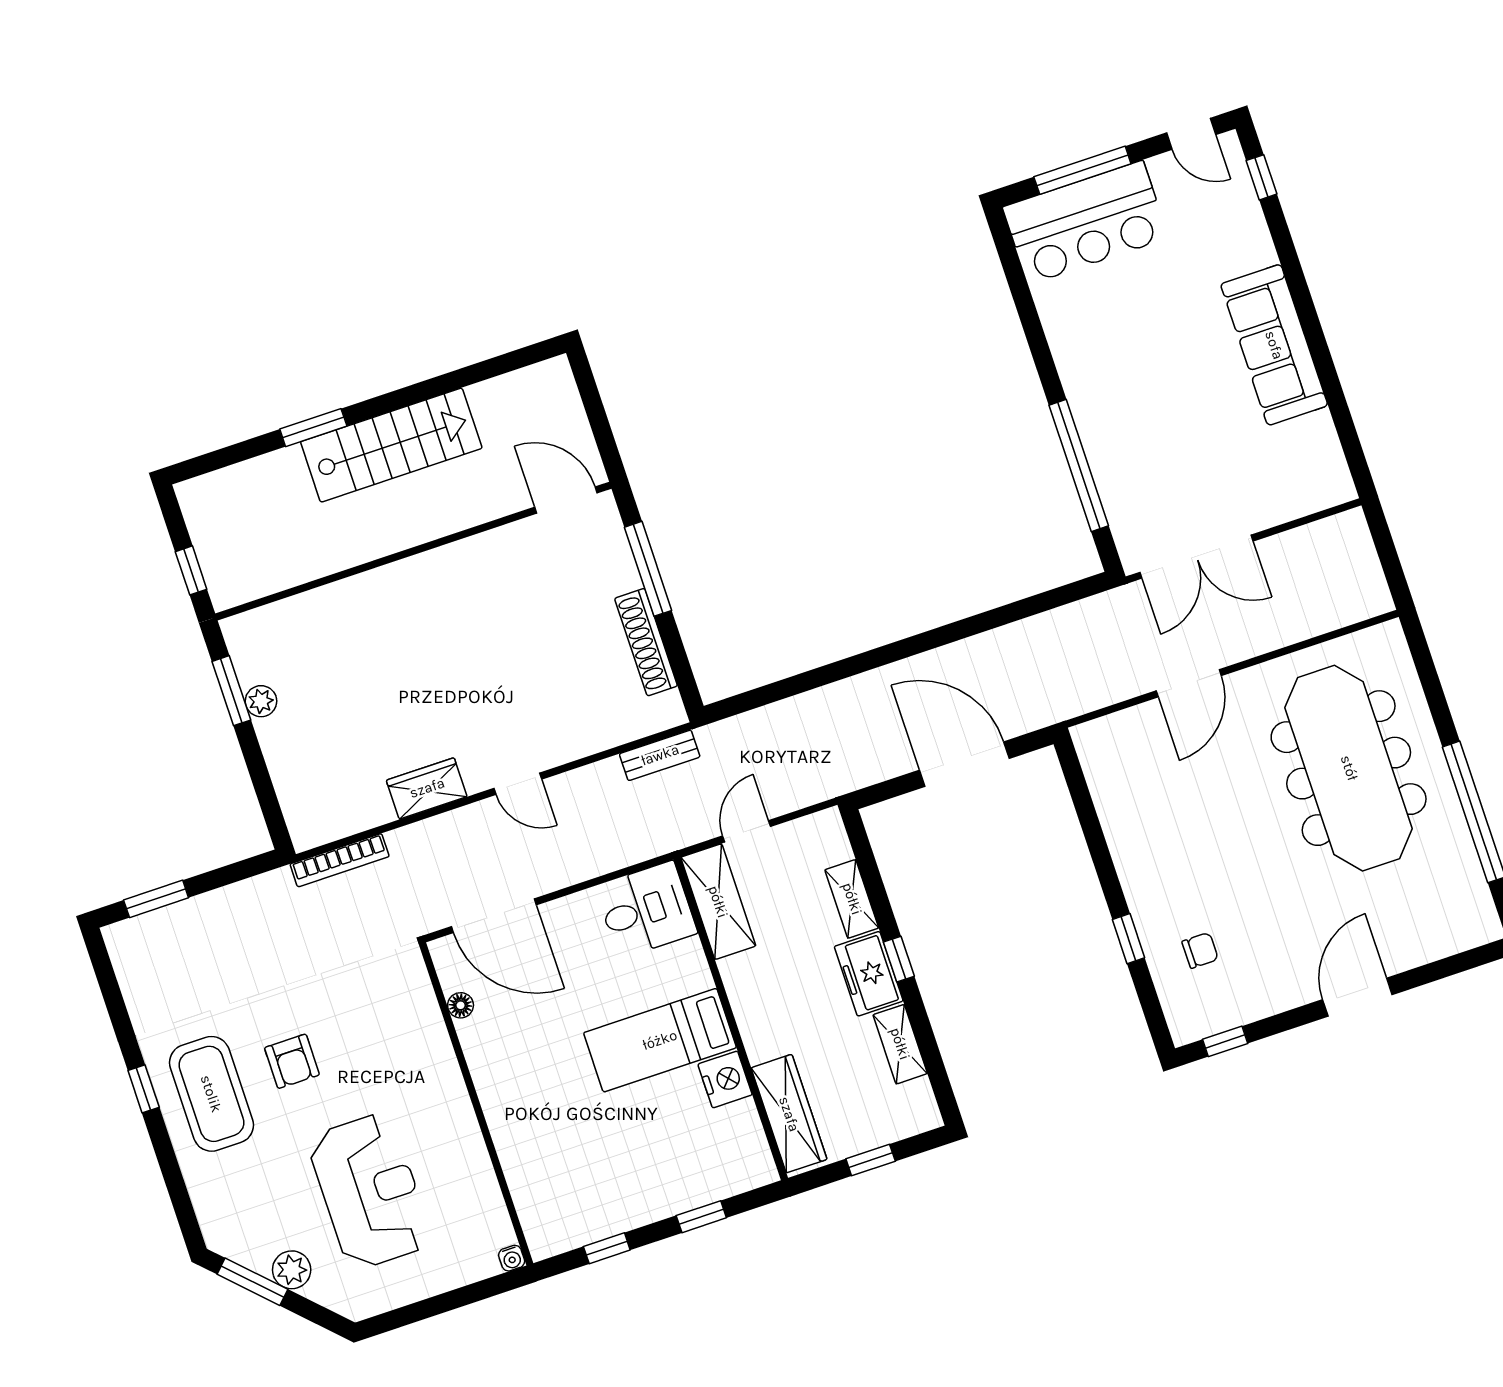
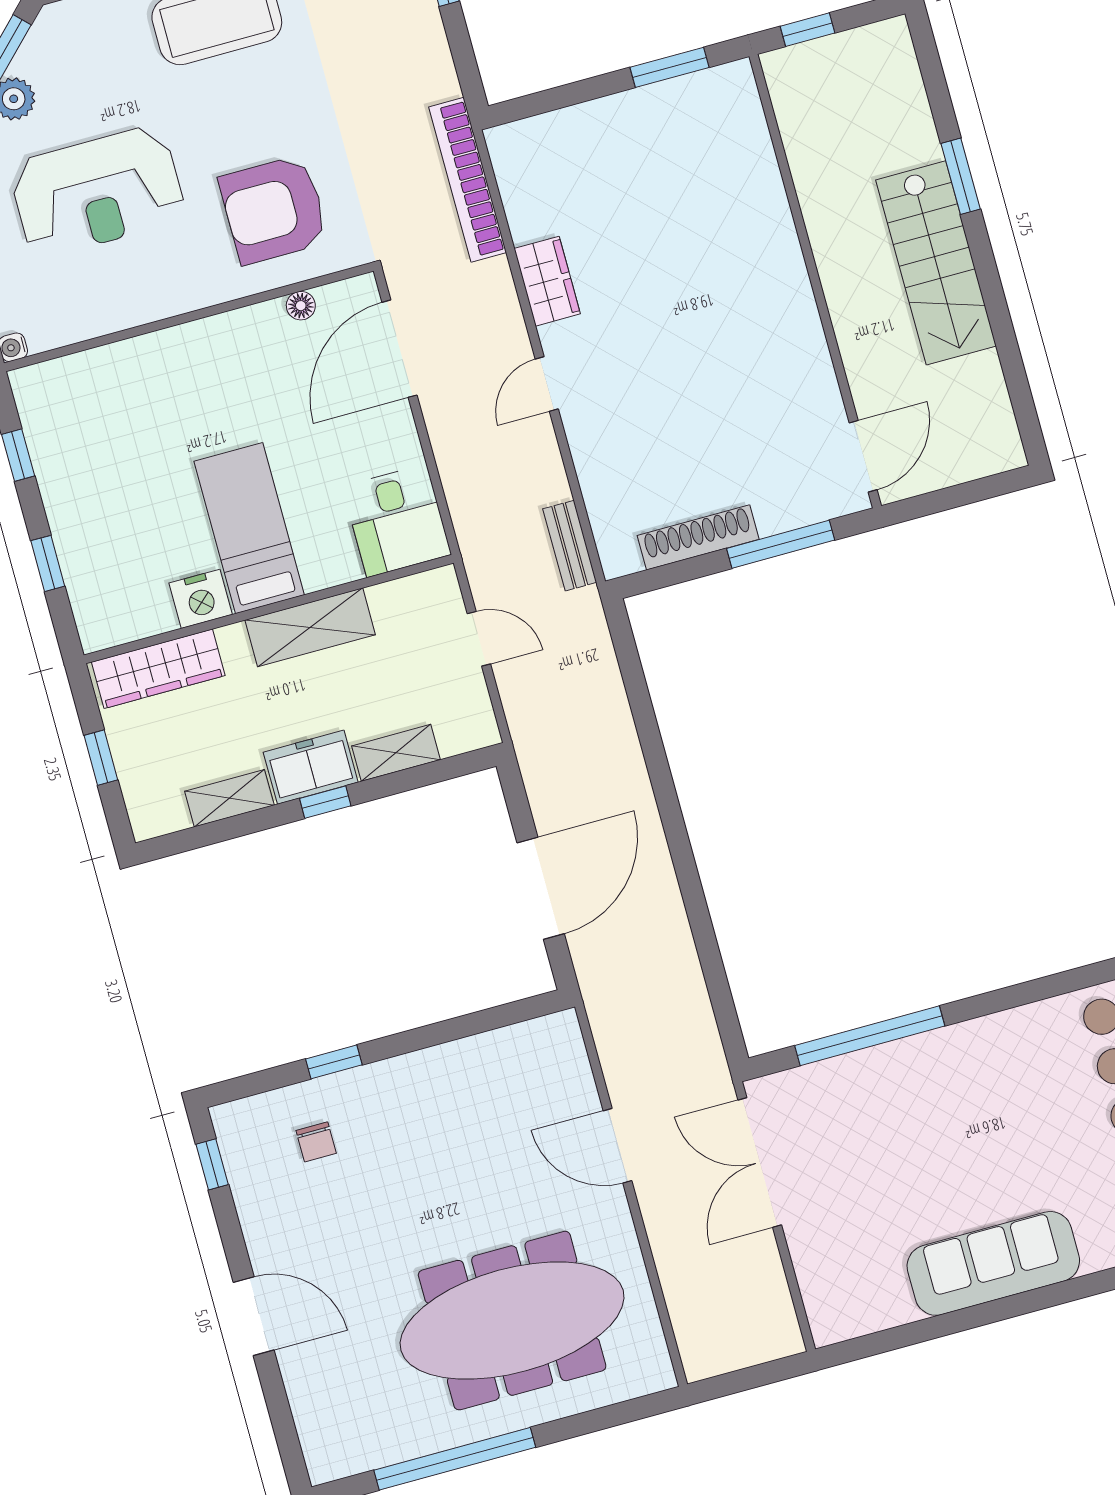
plant: (261, 701) -> (656, 100), removed
bookcase: (340, 860) -> (468, 180), width x1.48, depth x1.31
shelving: (718, 902) -> (310, 627), moved
armchair: (292, 1061) -> (274, 210), moved, width x1.88, depth x1.88

